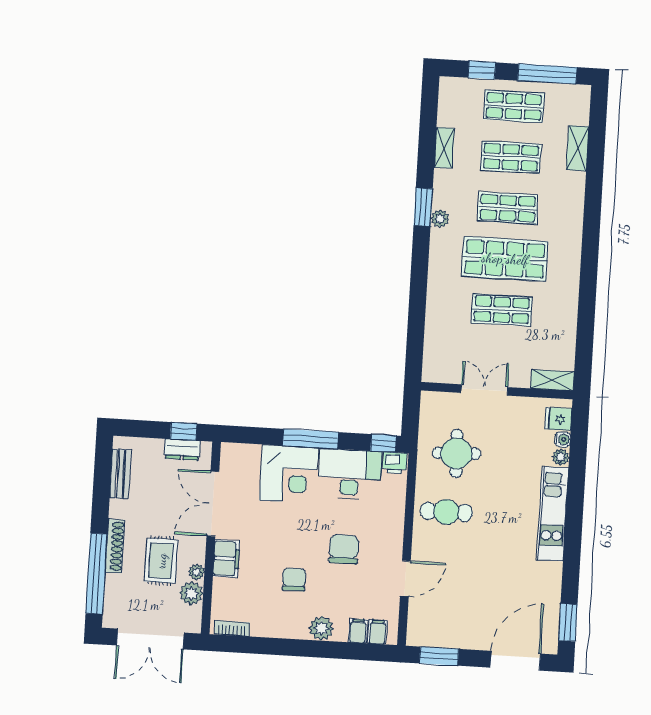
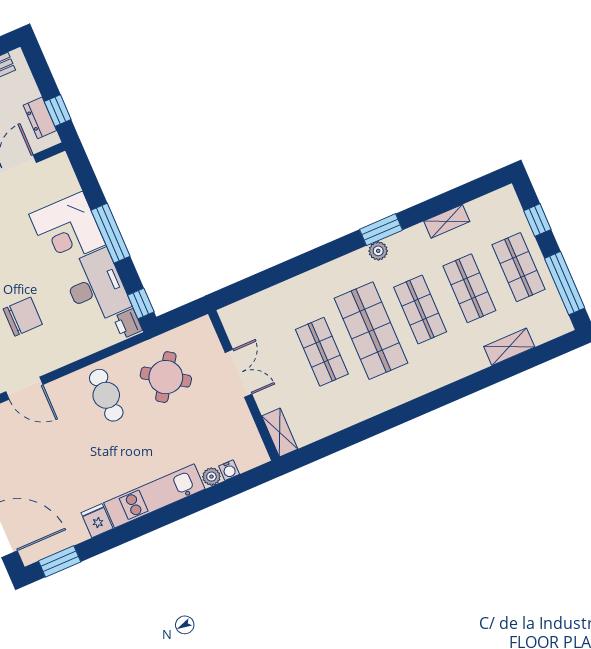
fridge: (558, 419) -> (97, 521), moved
round table: (456, 453) -> (166, 377), turned 36

